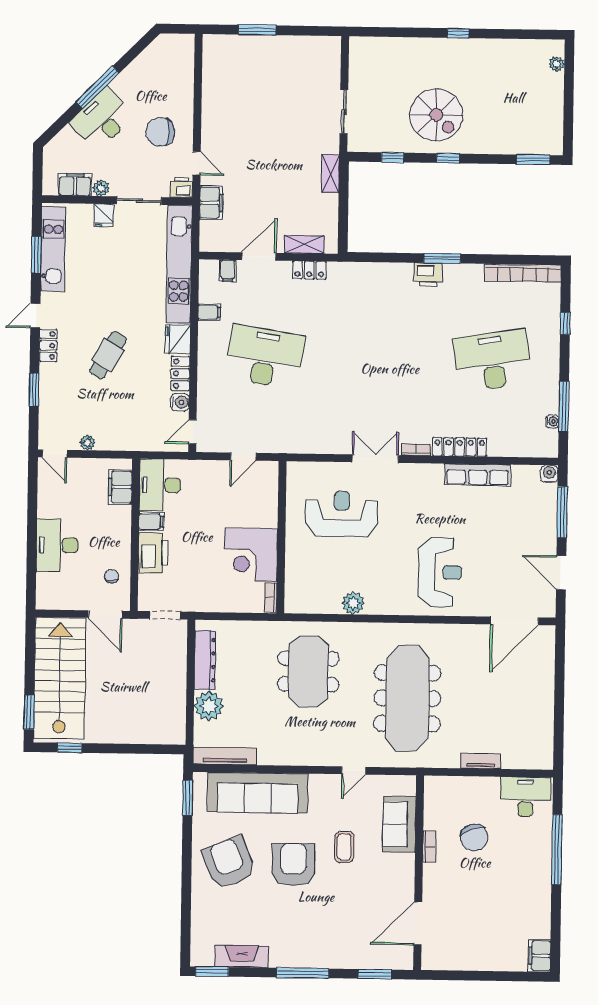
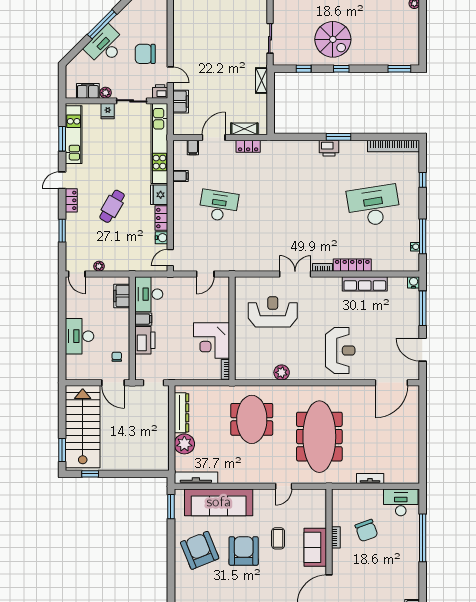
desk: (265, 357) -> (219, 206), width x0.73, depth x0.77
sofa: (399, 824) -> (315, 547), moved

